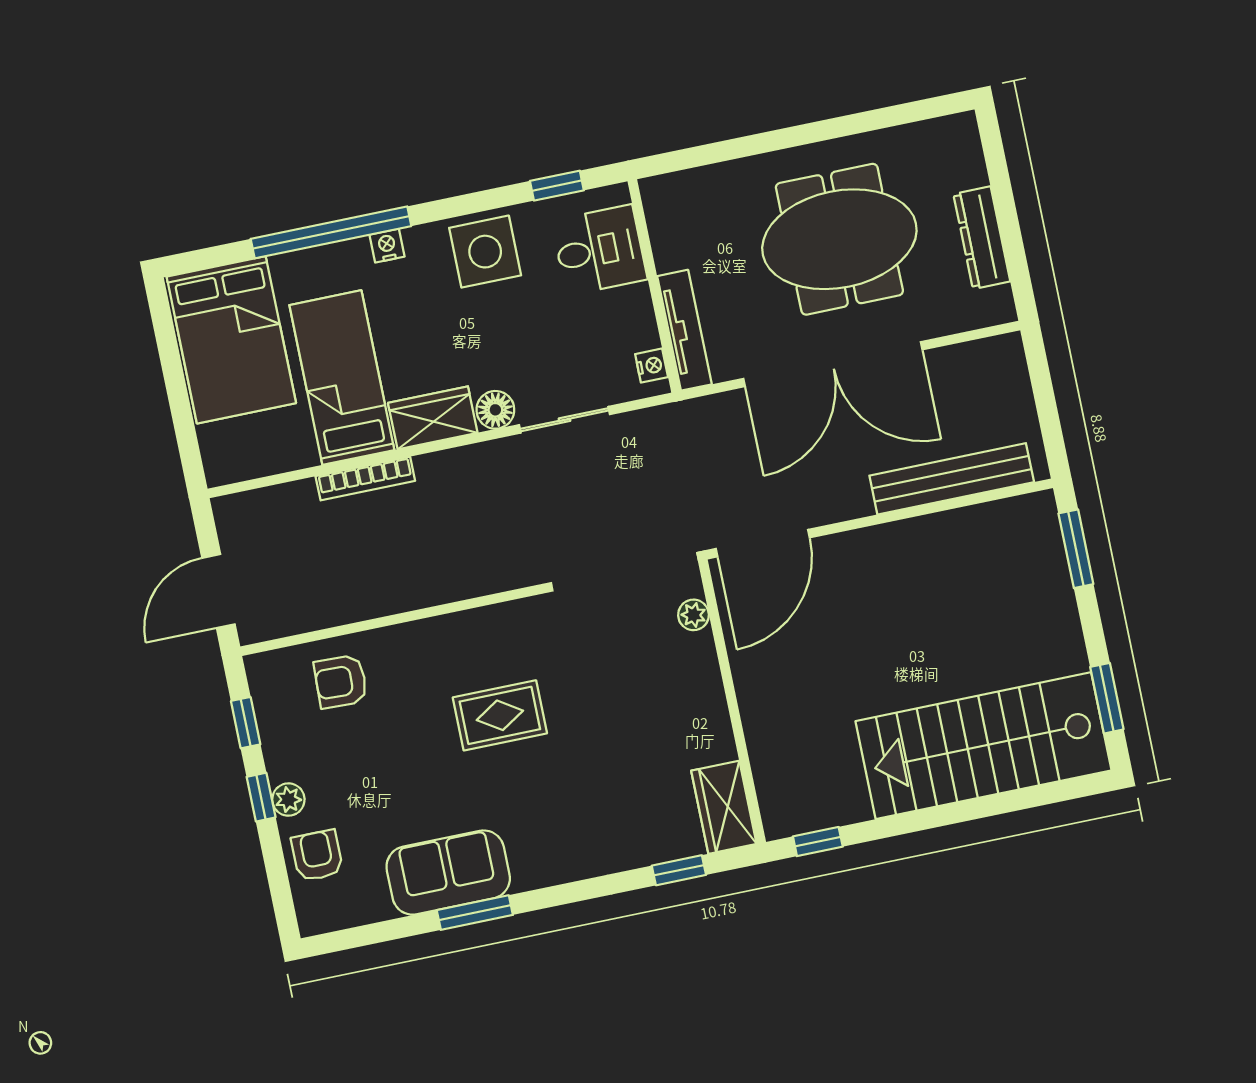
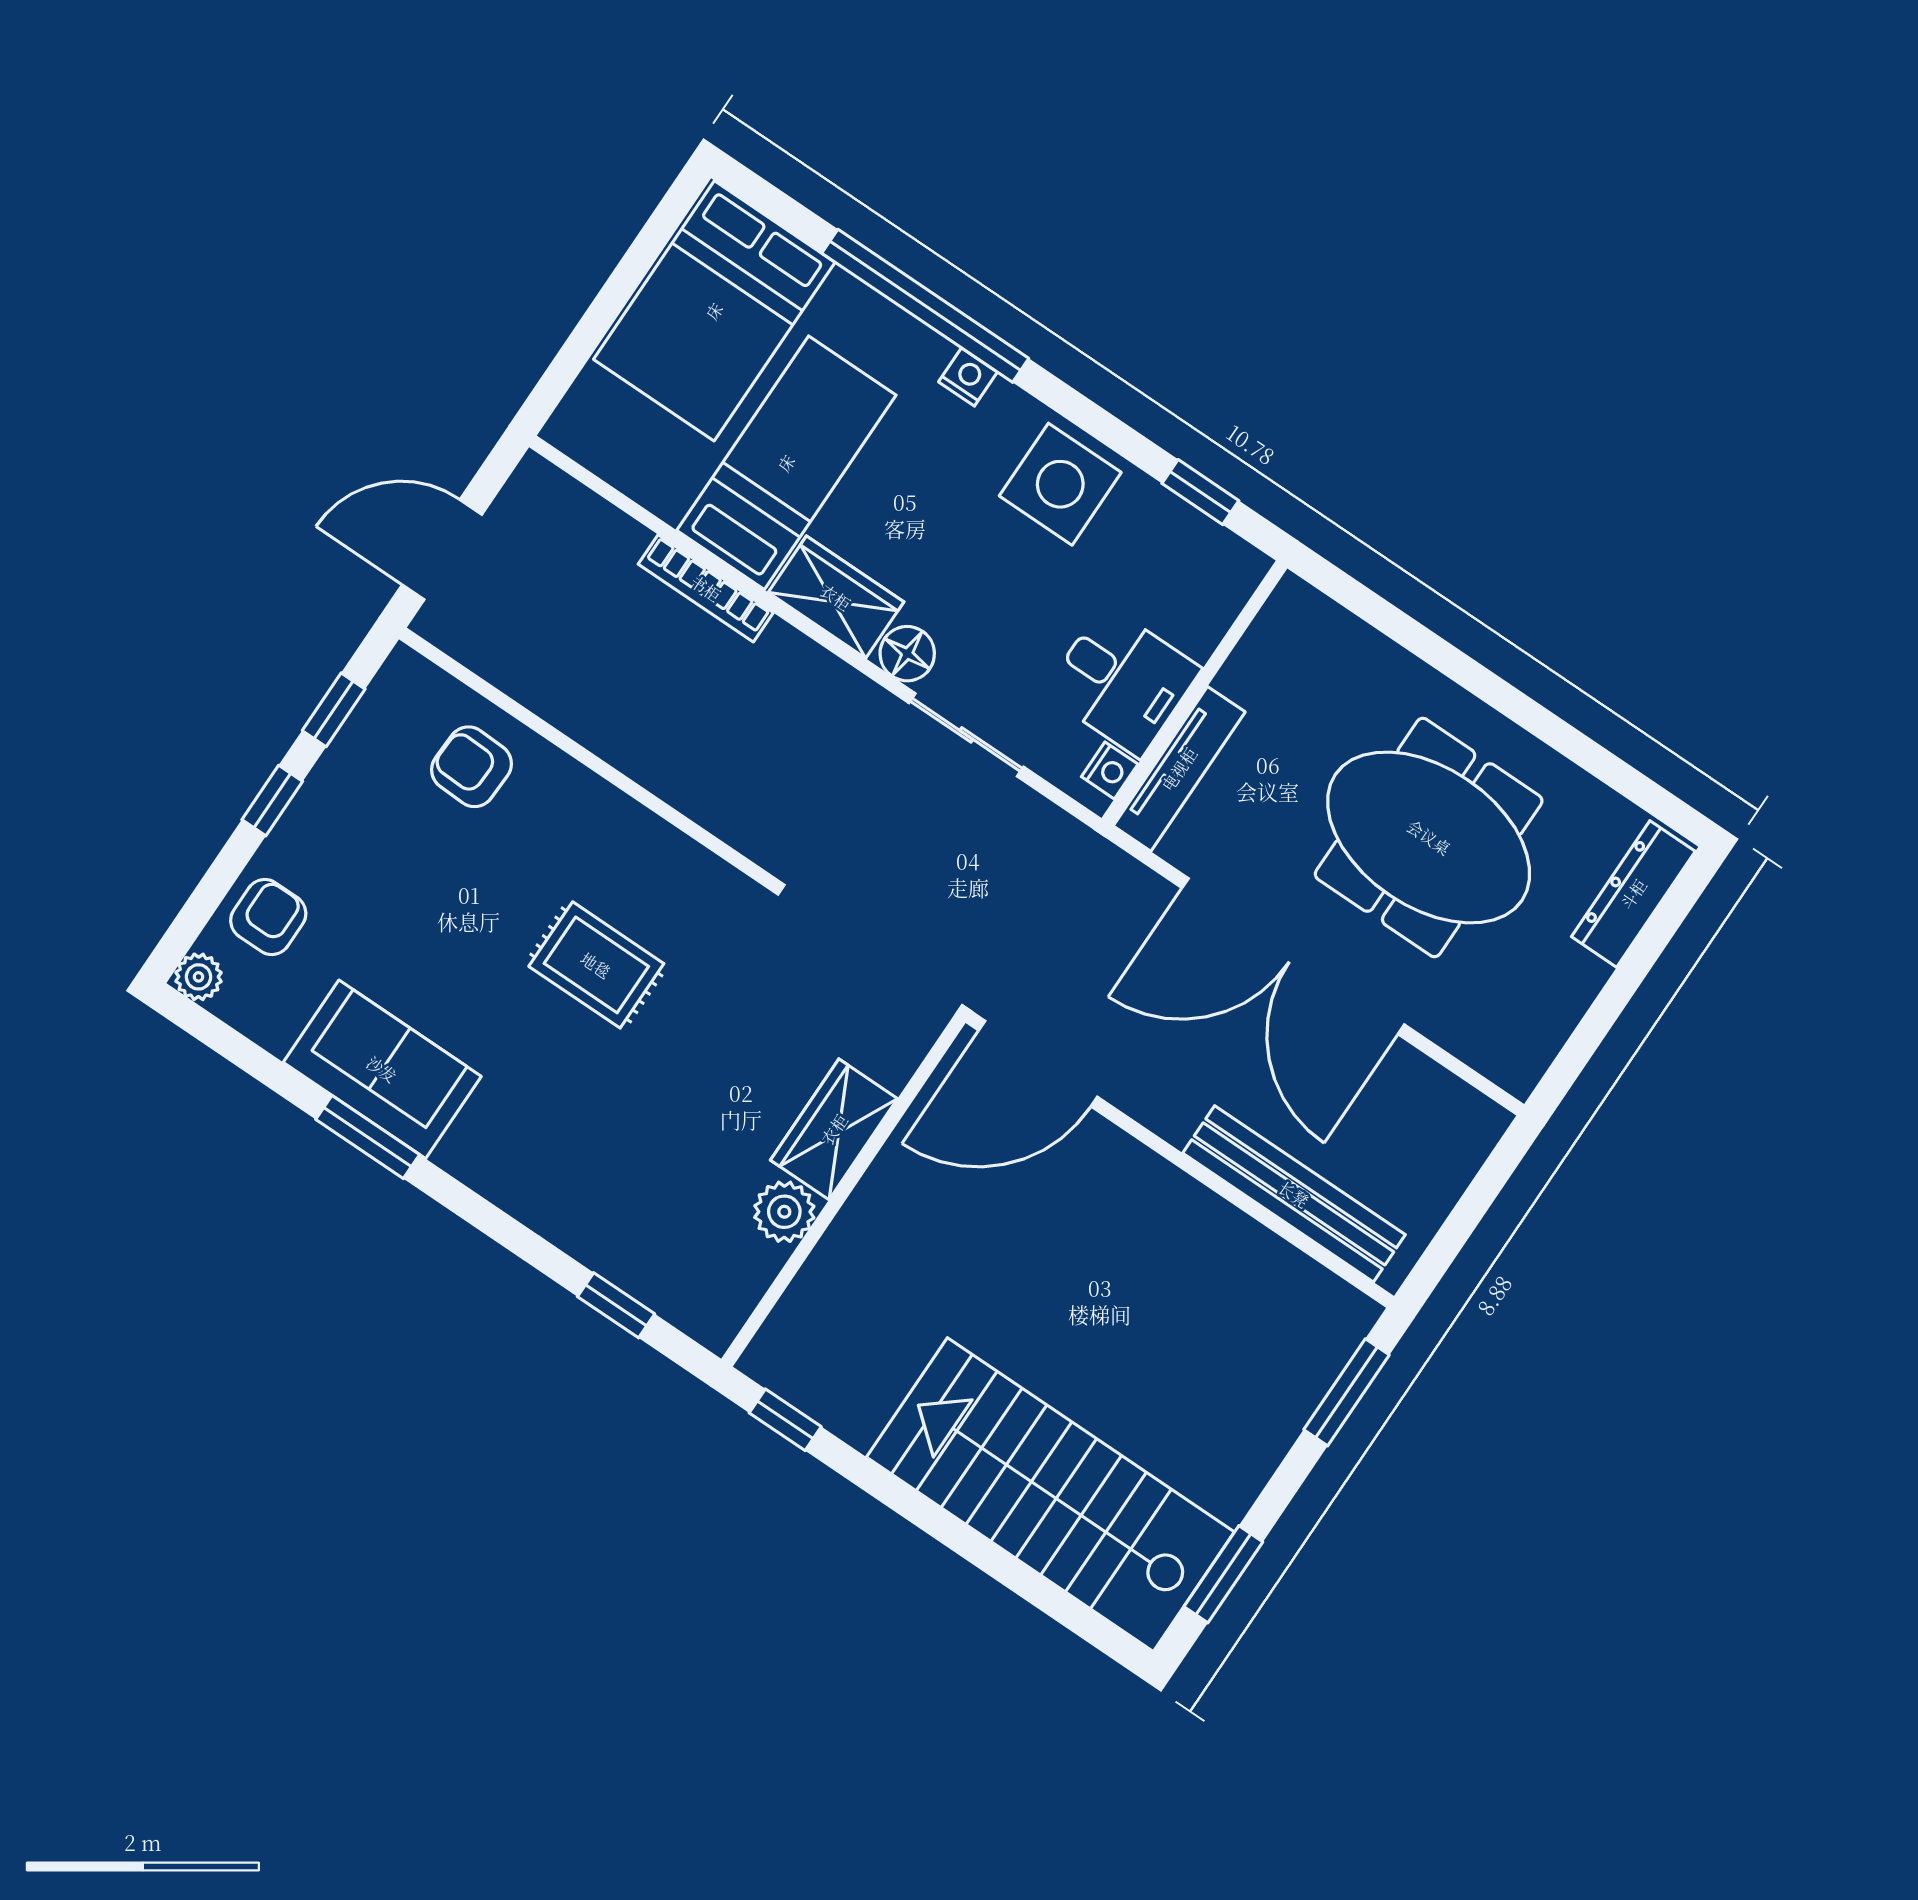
dresser: (982, 238) -> (1633, 894), moved
desk: (599, 250) -> (1122, 681), moved
plant: (693, 615) -> (784, 1212), moved, width x1.38, depth x1.38
plant: (288, 800) -> (199, 977), moved
wardrobe: (724, 807) -> (834, 1129), moved

